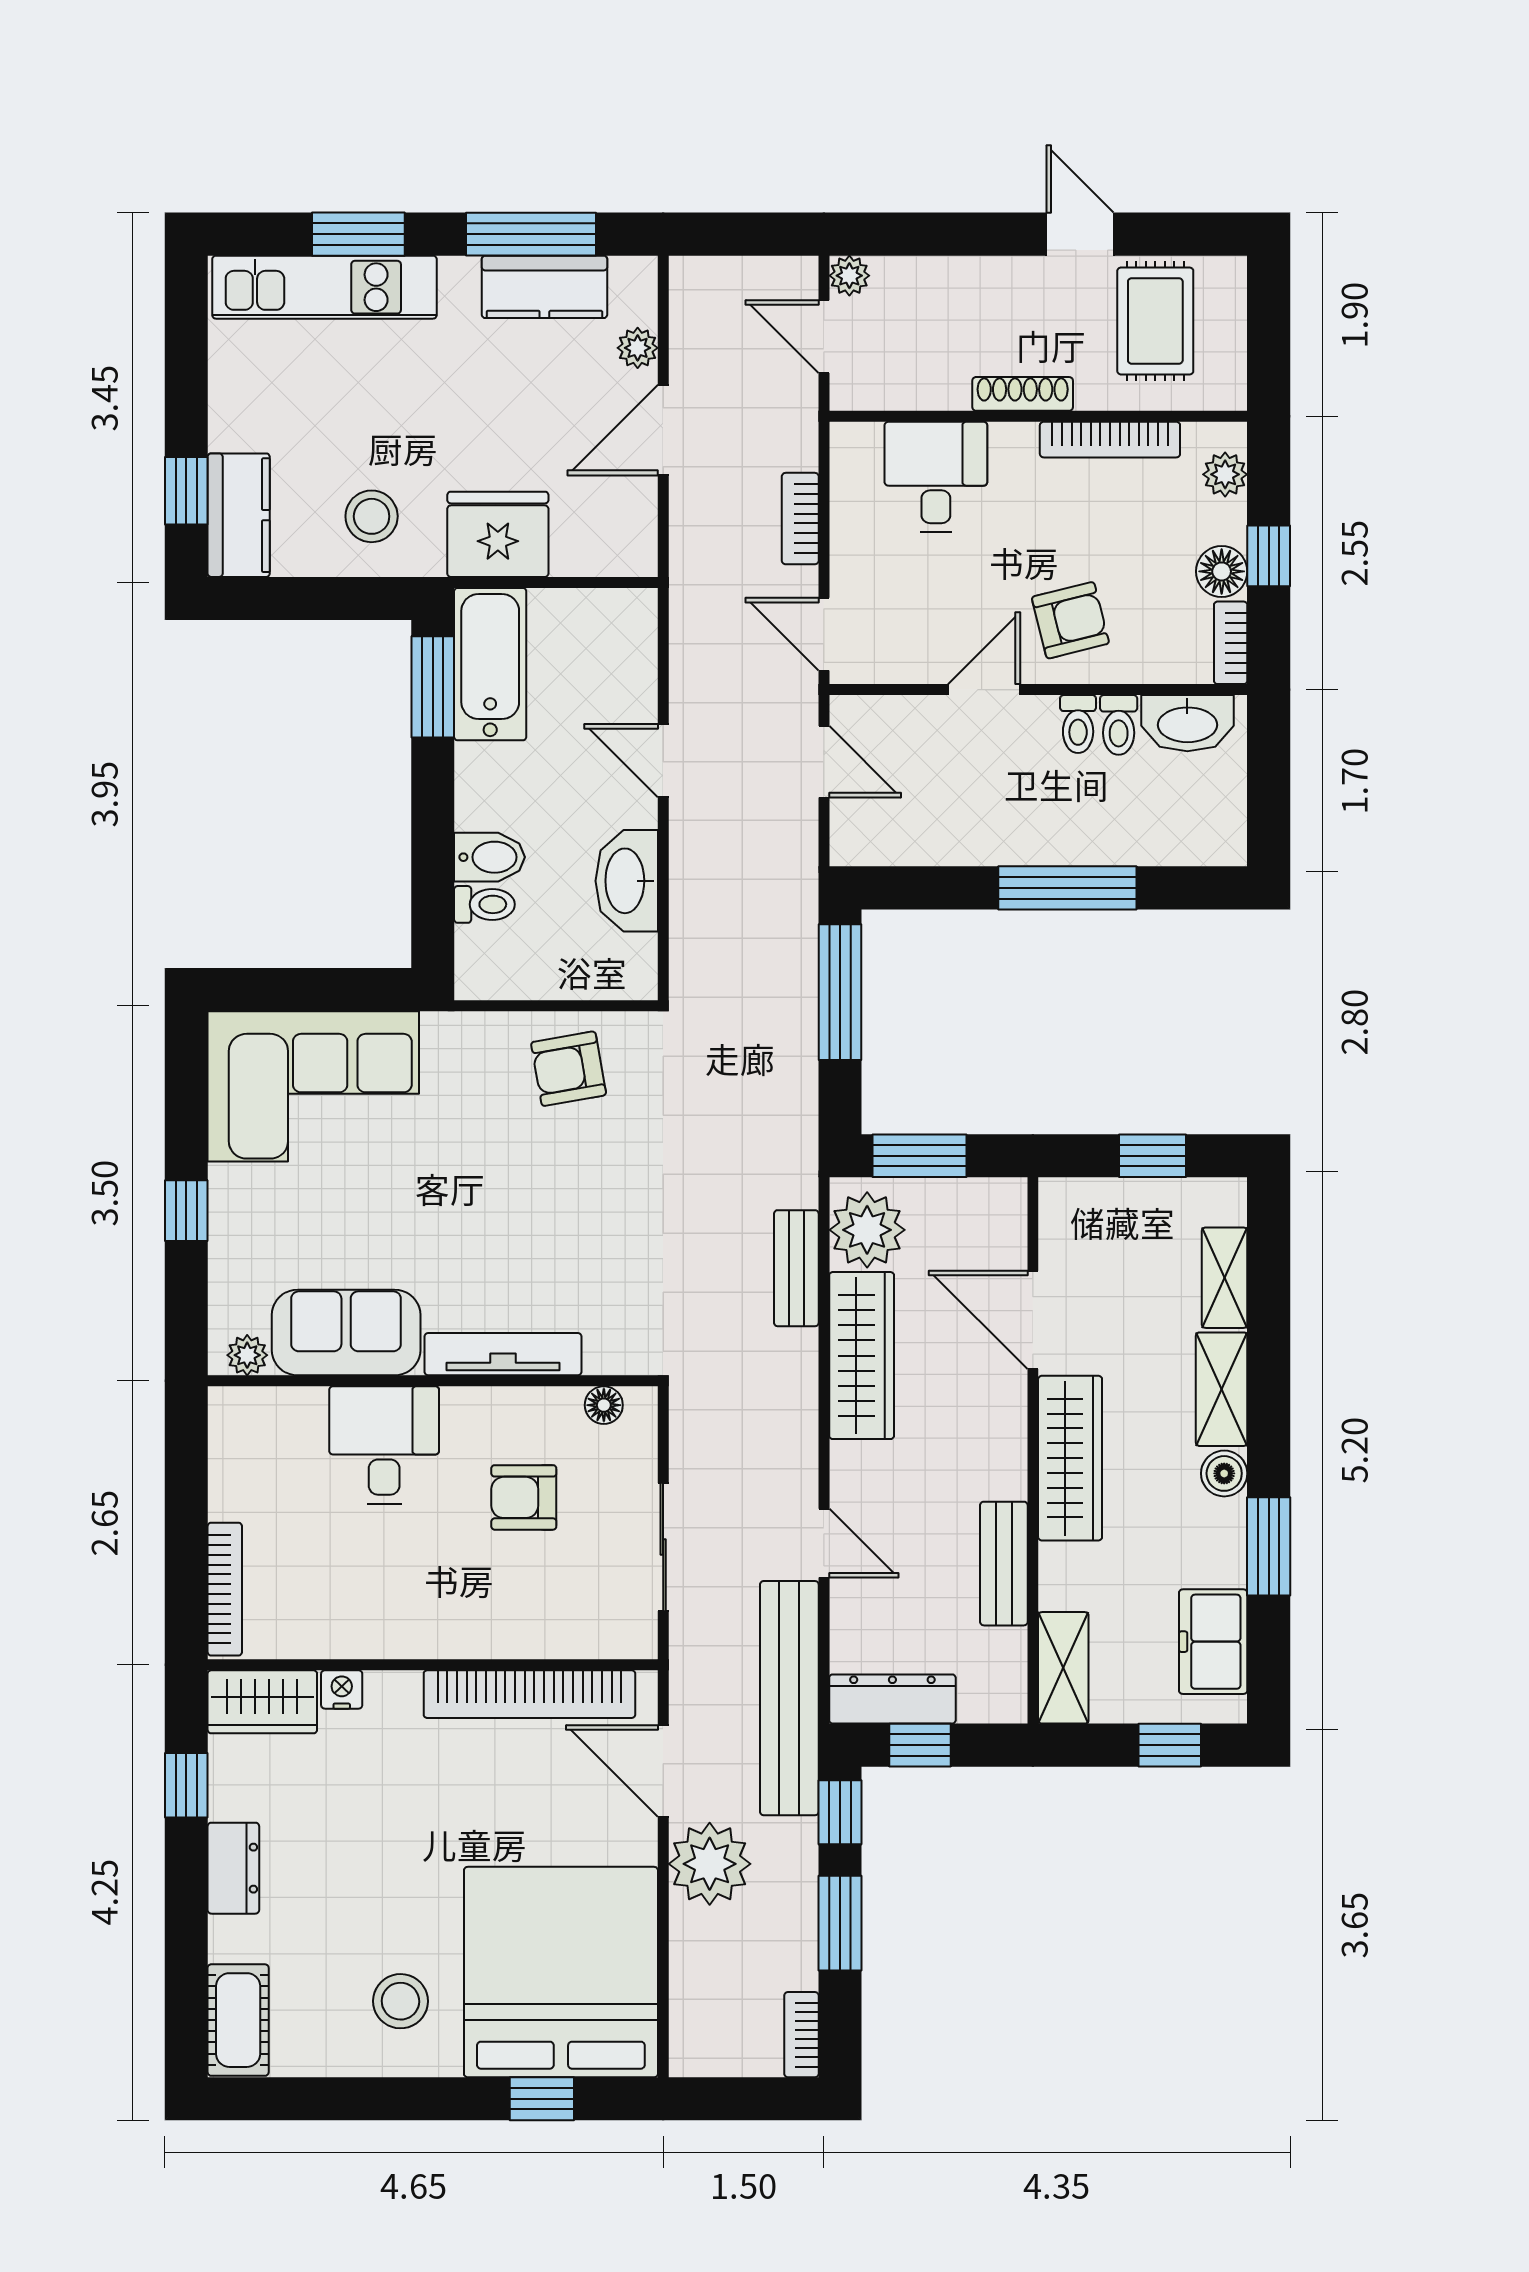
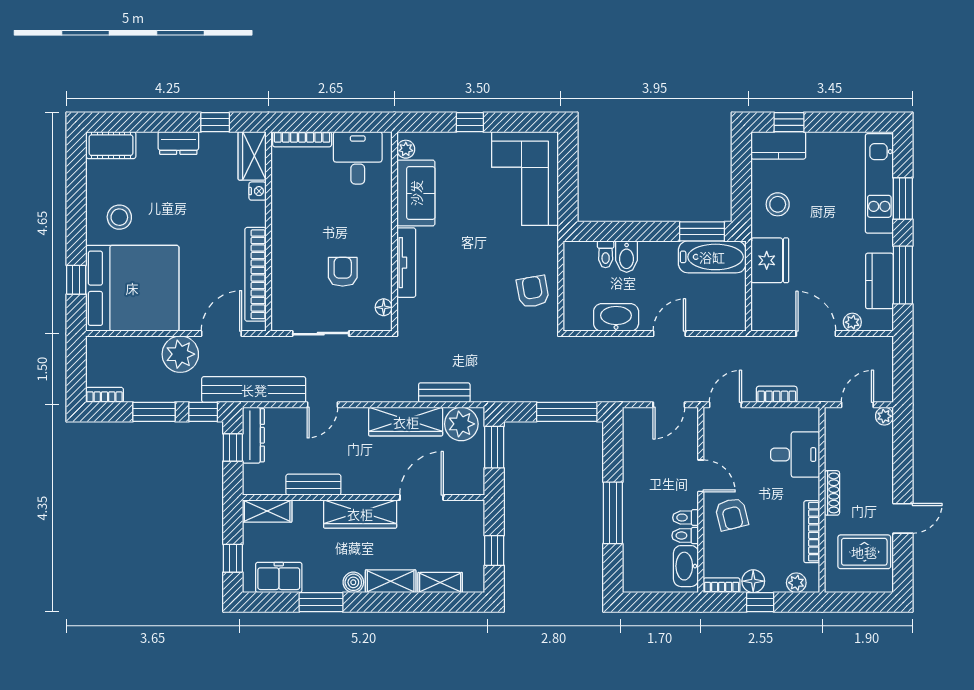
desk: (384, 1445) -> (358, 158), moved, turned -90

